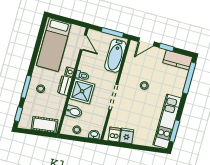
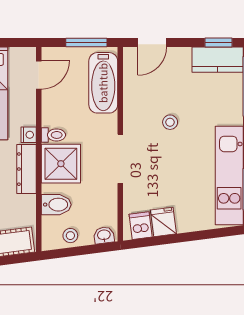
door: (83, 42) -> (39, 75), hinge flipped
window: (167, 47) -> (218, 42), moved
dresser: (65, 85) -> (26, 169), width x1.44

